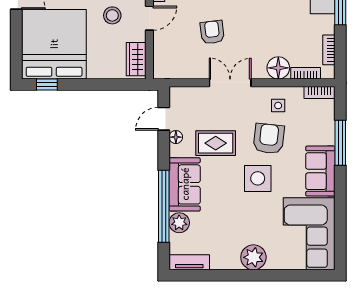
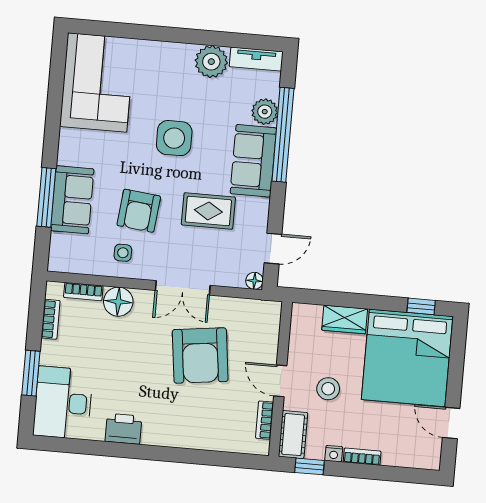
door: (149, 18) -> (280, 381), hinge flipped
armchair: (212, 32) -> (200, 355), width x1.88, depth x1.88
wardrobe: (136, 59) -> (345, 320), moved, turned 90
bookcase: (319, 92) -> (68, 265), removed
floor lamp: (176, 137) -> (254, 281), moved
sofa: (320, 171) -> (72, 200), moved
side table: (258, 178) -> (174, 138), moved
plant: (253, 257) -> (211, 62), moved

